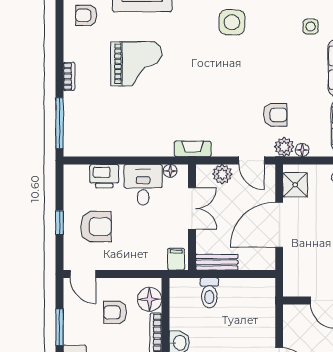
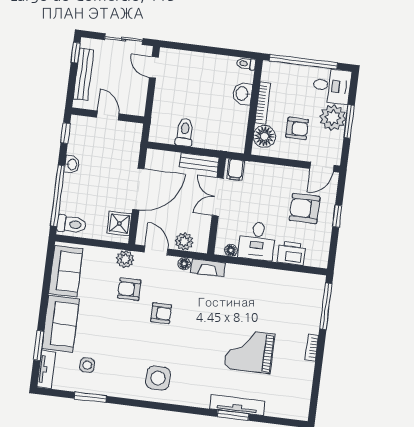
armchair: (86, 15) -> (161, 313), moved
floor lamp: (302, 150) -> (184, 264), moved
double door: (192, 208) -> (218, 197), moved
door: (83, 274) -> (322, 167), swing flipped
toilet: (209, 293) -> (185, 132), moved
plant: (78, 329) -> (333, 118), added

